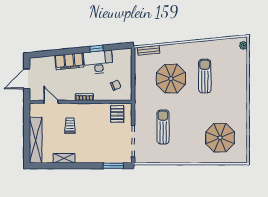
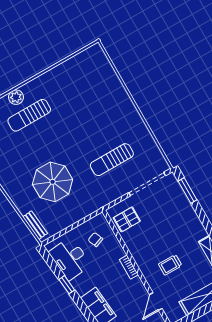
desk: (98, 62) -> (70, 259), moved
sun lounger: (205, 76) -> (29, 115), moved
plant: (242, 87) -> (16, 97), added
parasol: (220, 138) -> (87, 89), removed

